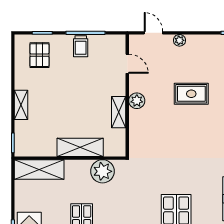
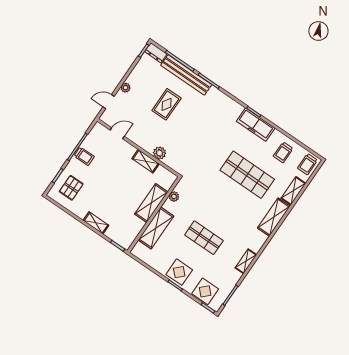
pallet: (39, 55) -> (71, 188), turned 90
plant: (137, 101) -> (160, 153), moved
shelving: (39, 170) -> (156, 228), moved
plant: (103, 171) -> (174, 197), width x0.53, depth x0.53

